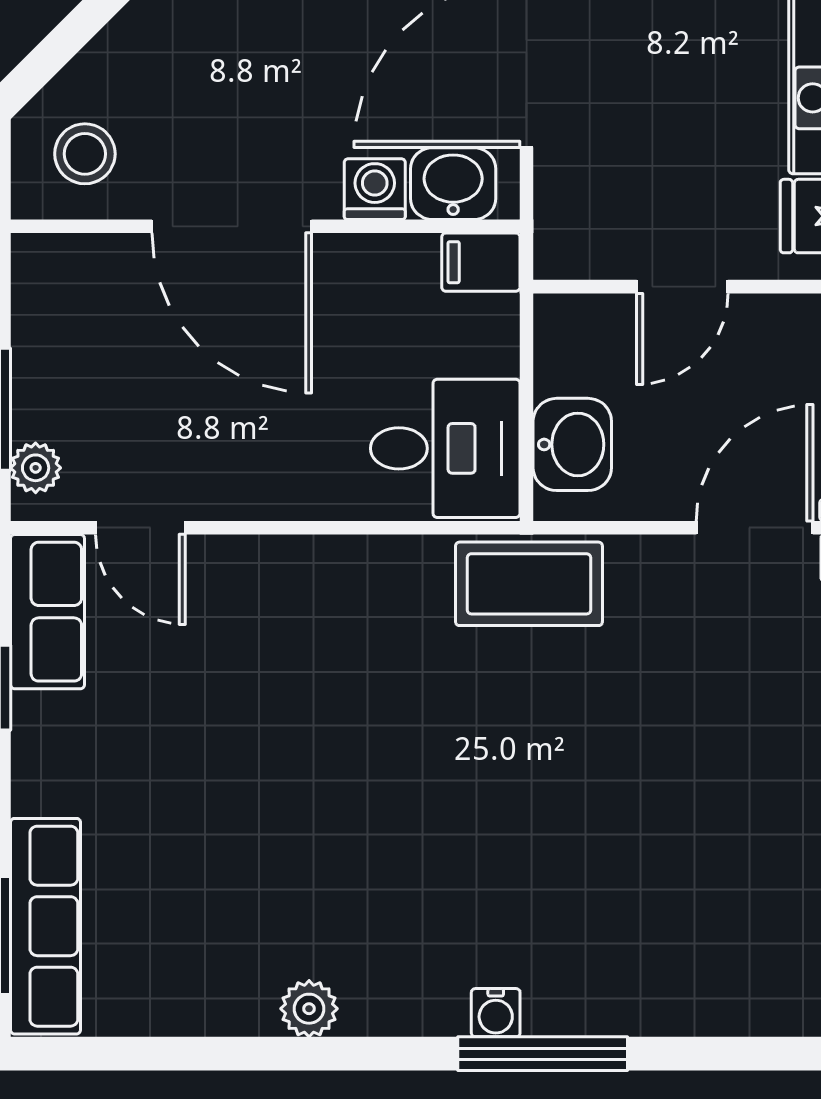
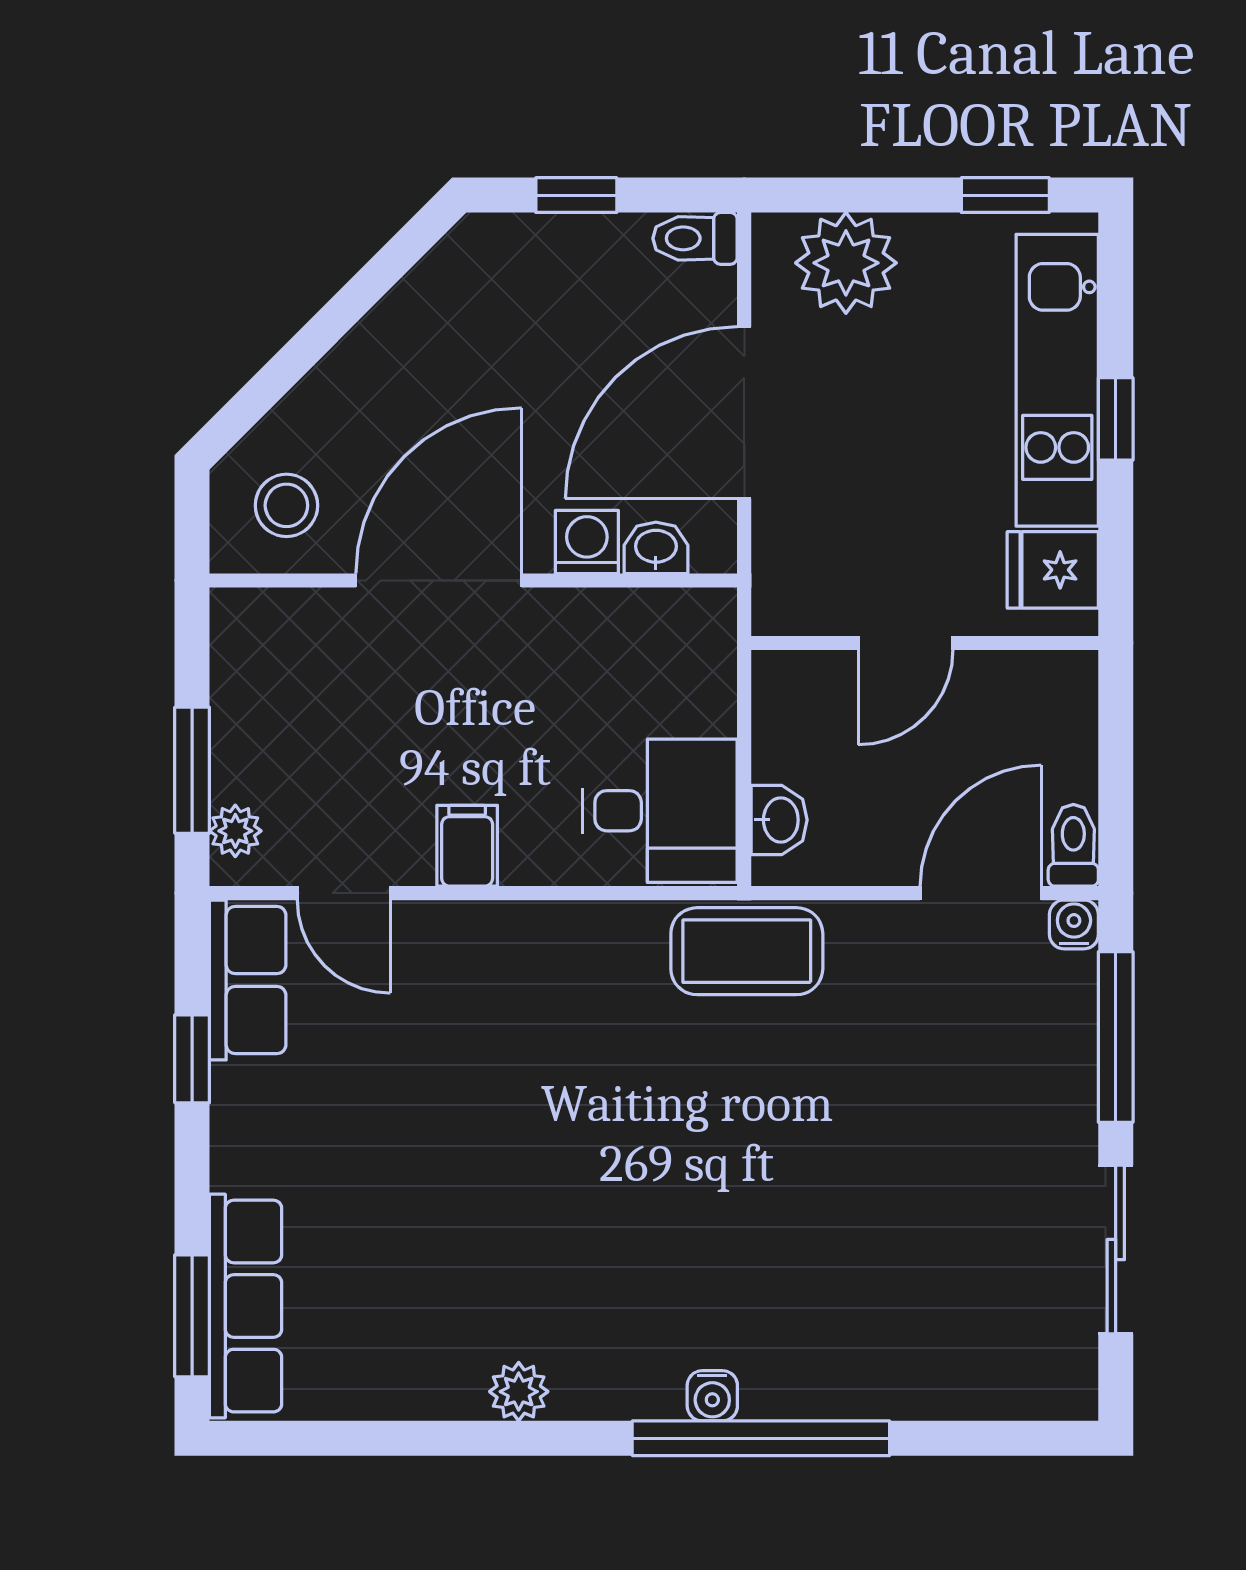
washbasin: (453, 184) -> (656, 548), width x0.72, depth x0.69
door: (232, 226) -> (439, 581), swing flipped
filing cabinet: (481, 262) -> (467, 846), moved, turned 90
washbasin: (572, 444) -> (779, 820), width x0.72, depth x0.69
window: (543, 1054) -> (761, 1438), width x1.46

